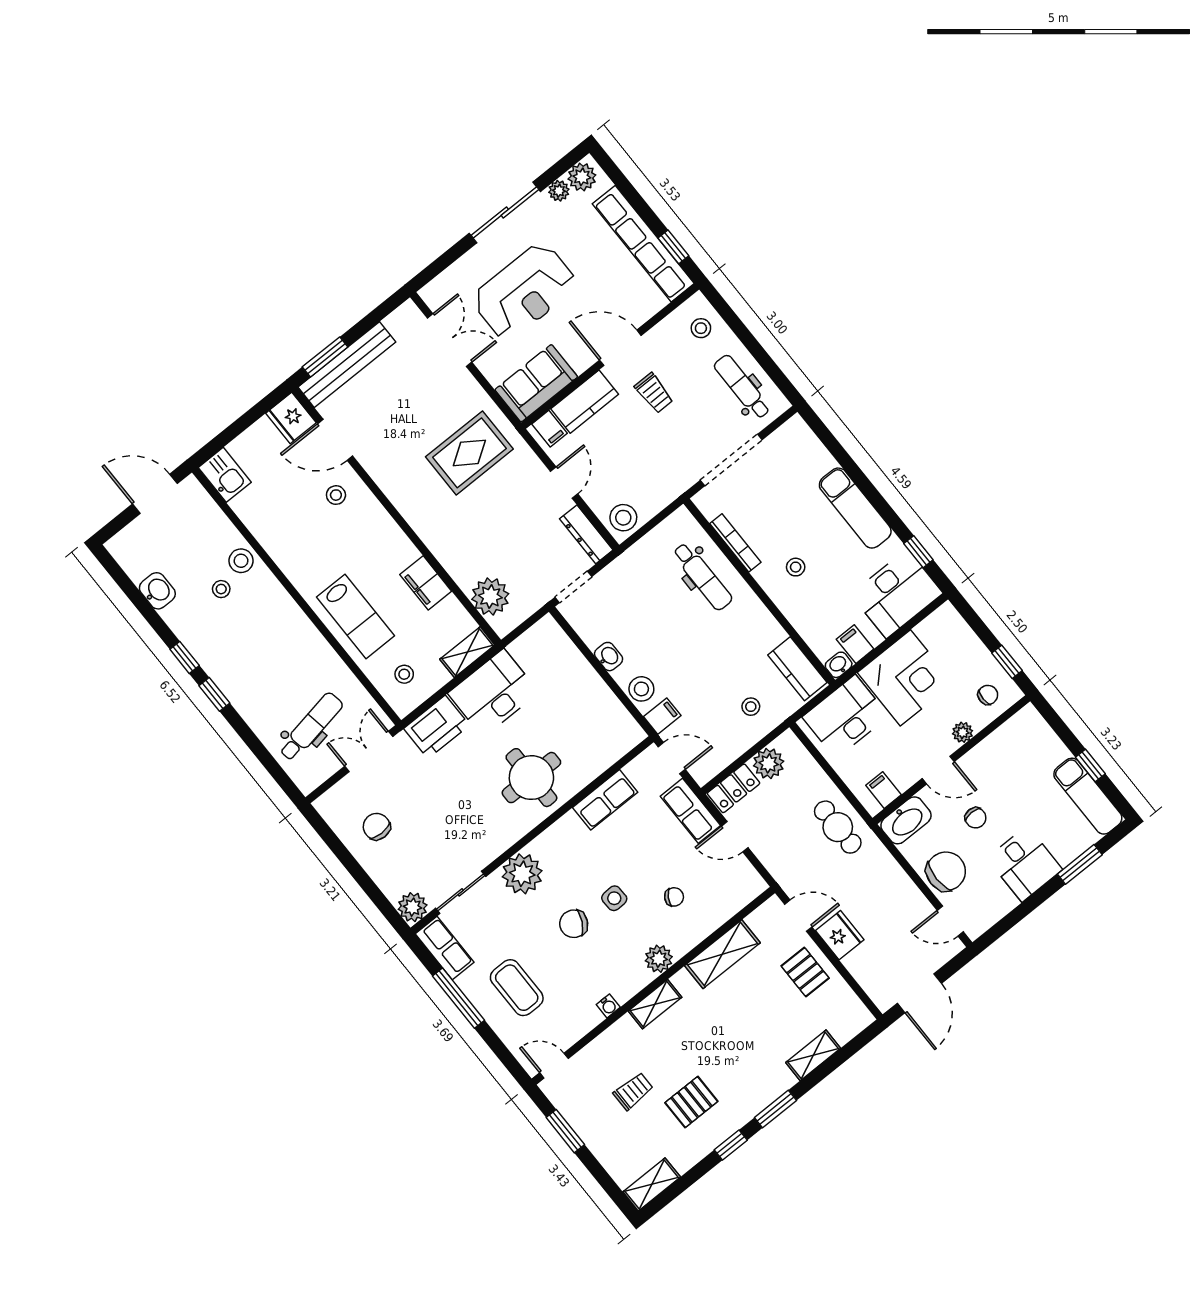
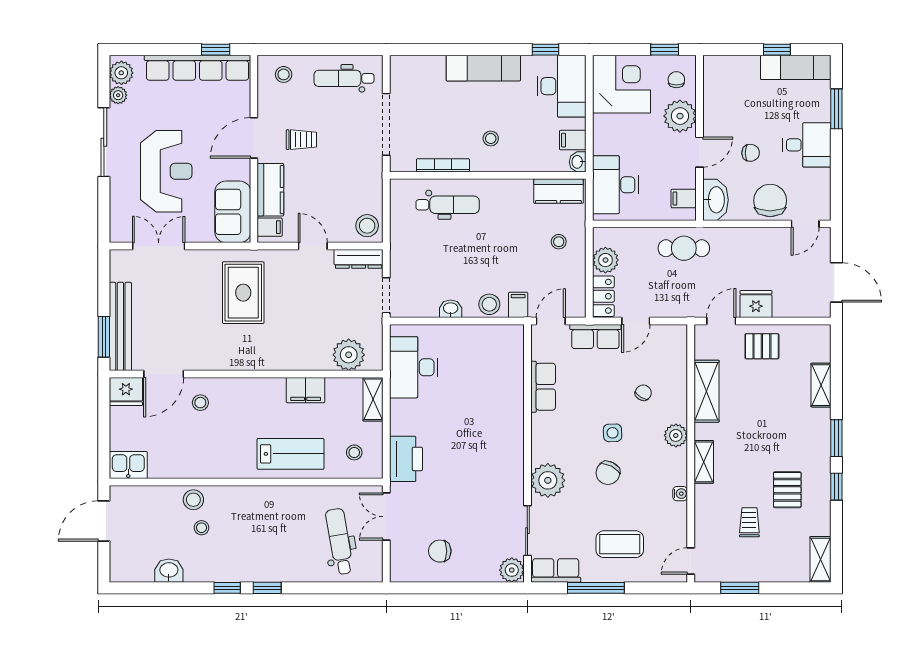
corner desk: (905, 678) -> (621, 84), moved
desk: (493, 693) -> (414, 367), moved
plant: (963, 732) -> (680, 116), width x1.87, depth x1.87
round table: (531, 778) -> (489, 423), removed

